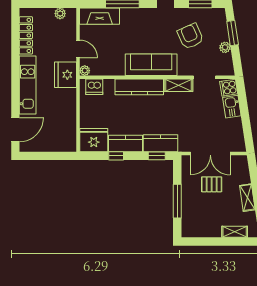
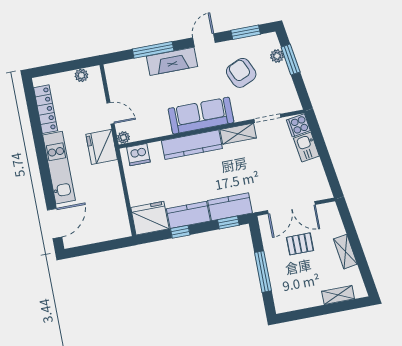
fireplace: (100, 16) -> (172, 61), moved
plant: (225, 47) -> (277, 56), moved

